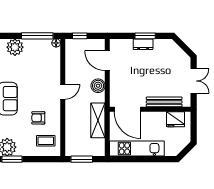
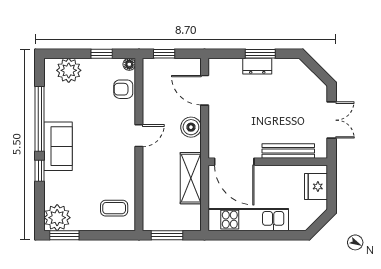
window: (37, 36) -> (102, 54), width x0.46
armchair: (38, 118) -> (123, 89), moved
fridge: (176, 119) -> (316, 186), moved, turned 90

